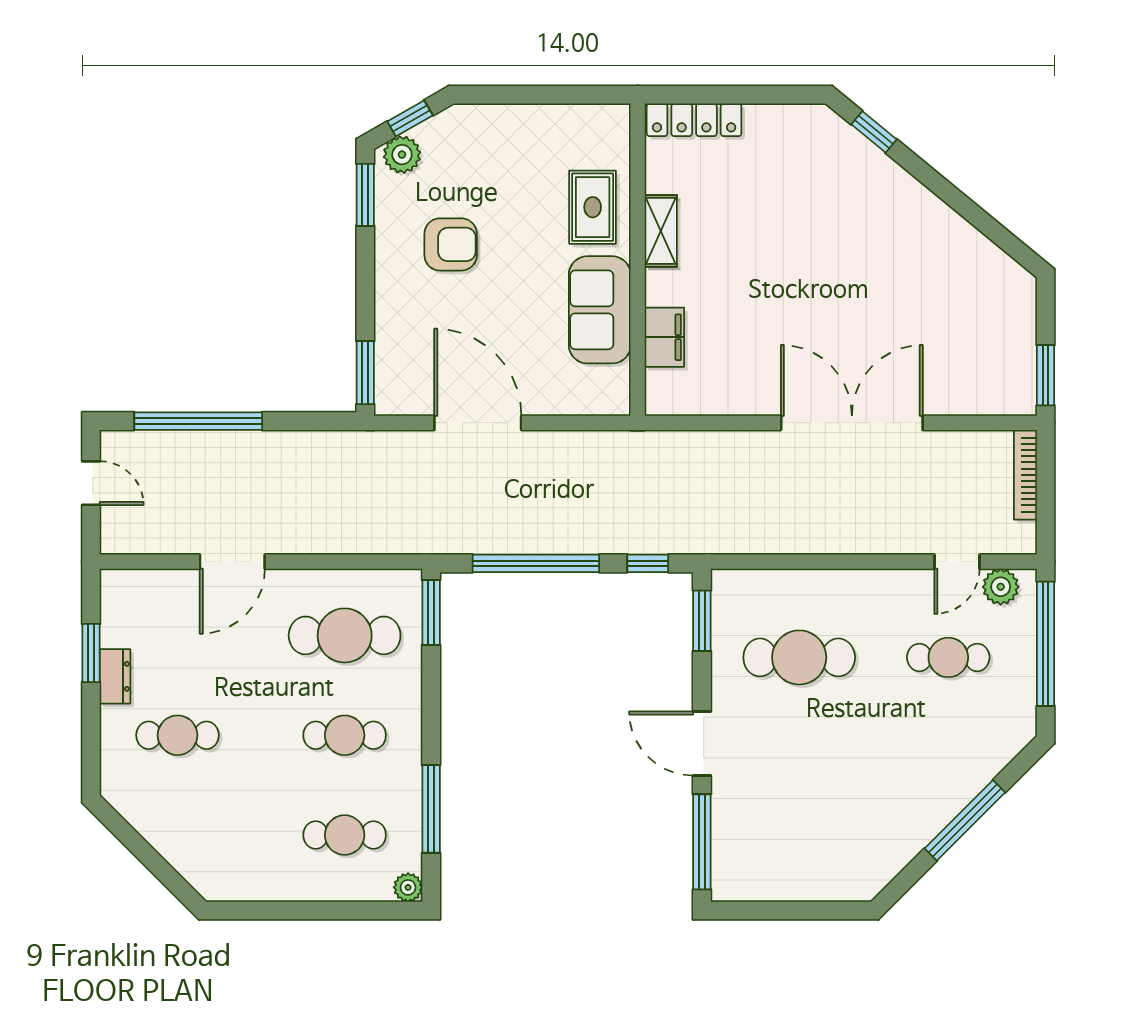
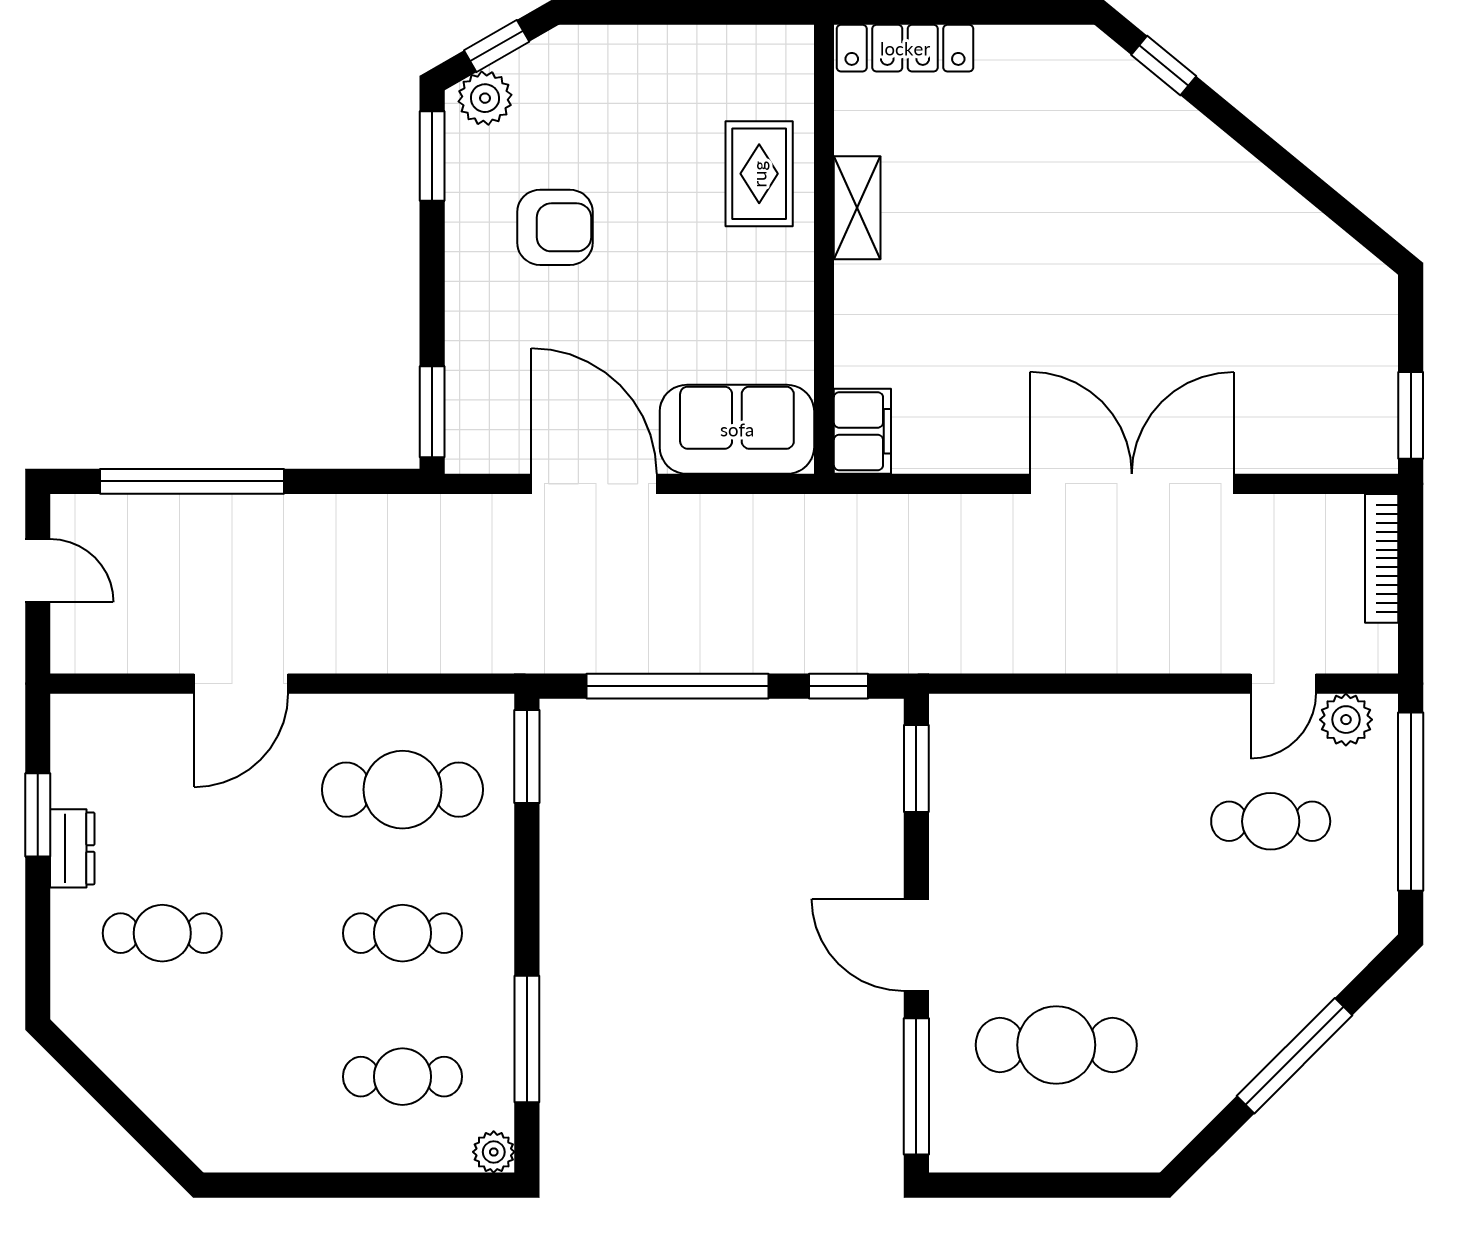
sofa: (600, 310) -> (737, 429), moved, turned 90
filing cabinet: (664, 337) -> (862, 431), moved
cafe table: (799, 657) -> (1056, 1045), moved

